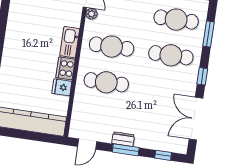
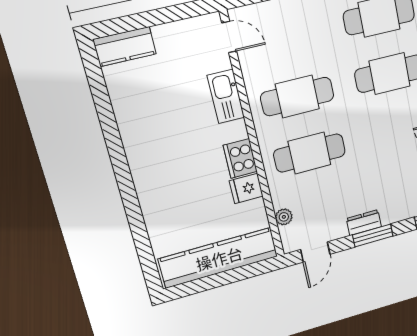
plant: (92, 14) -> (284, 217), moved
kitchen sink: (70, 42) -> (226, 96), moved

